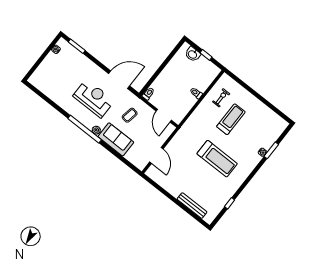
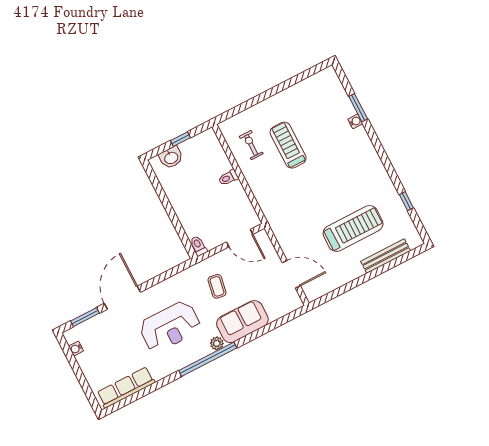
door: (119, 80) -> (122, 298), moved
row of seats: (46, 89) -> (126, 387), added
reception desk: (94, 98) -> (170, 327), turned 180
treadmill: (217, 159) -> (353, 228), moved

